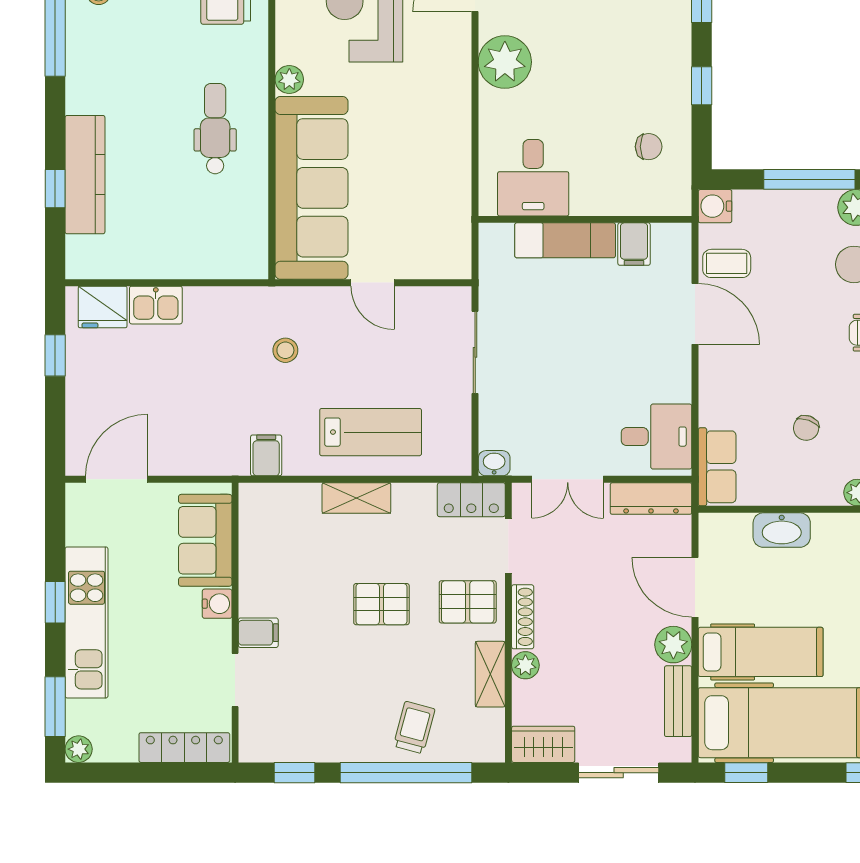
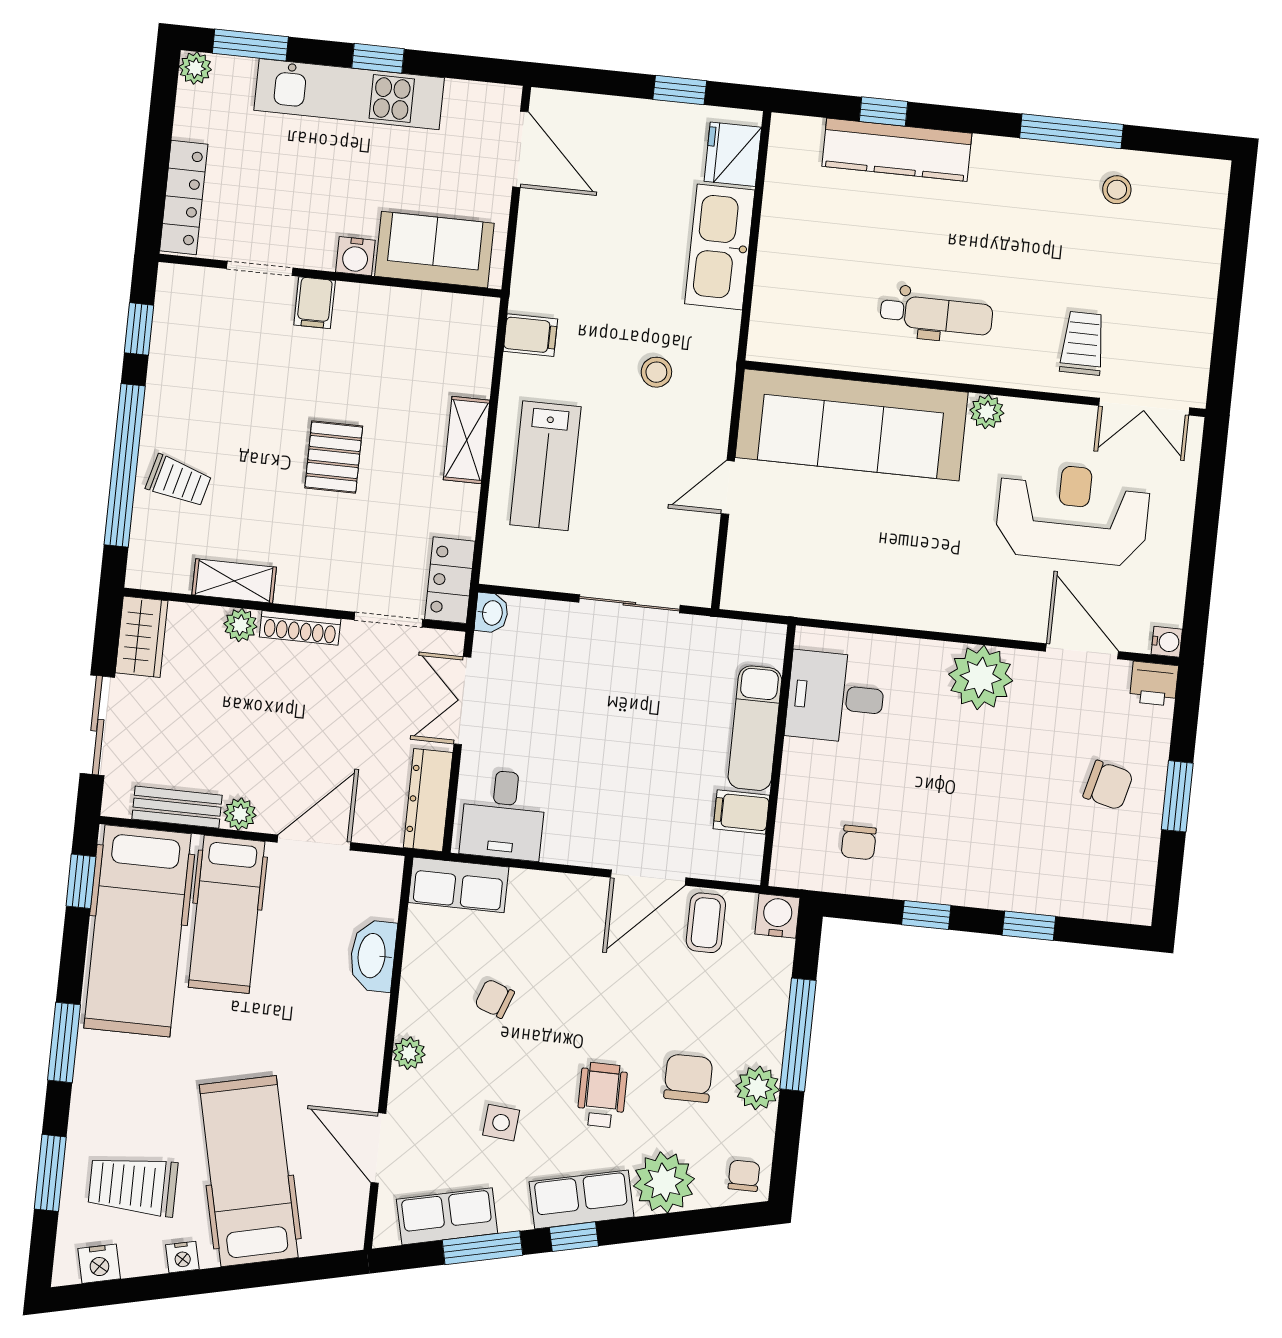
kitchen sink: (156, 305) -> (720, 247), width x1.88, depth x1.24
pallet: (468, 602) -> (325, 563), removed
plant: (673, 645) -> (240, 814), width x0.73, depth x0.73

